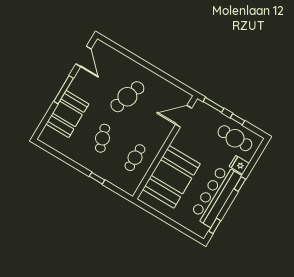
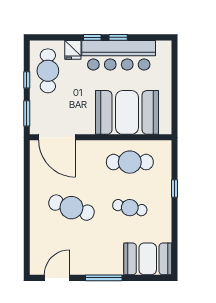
booth: (67, 114) -> (148, 259), moved
door: (184, 116) -> (57, 137), width x1.36
cafe table: (103, 138) -> (130, 208), turned 30
cafe table: (135, 158) -> (130, 162), width x1.37, depth x1.35
window: (215, 226) -> (118, 37), moved

